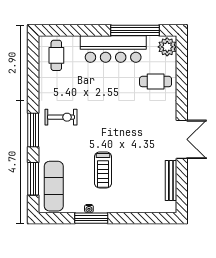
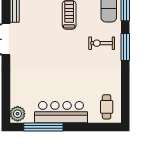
cafe table: (156, 82) -> (27, 86), removed
exercise bike: (61, 117) -> (102, 43), moved

